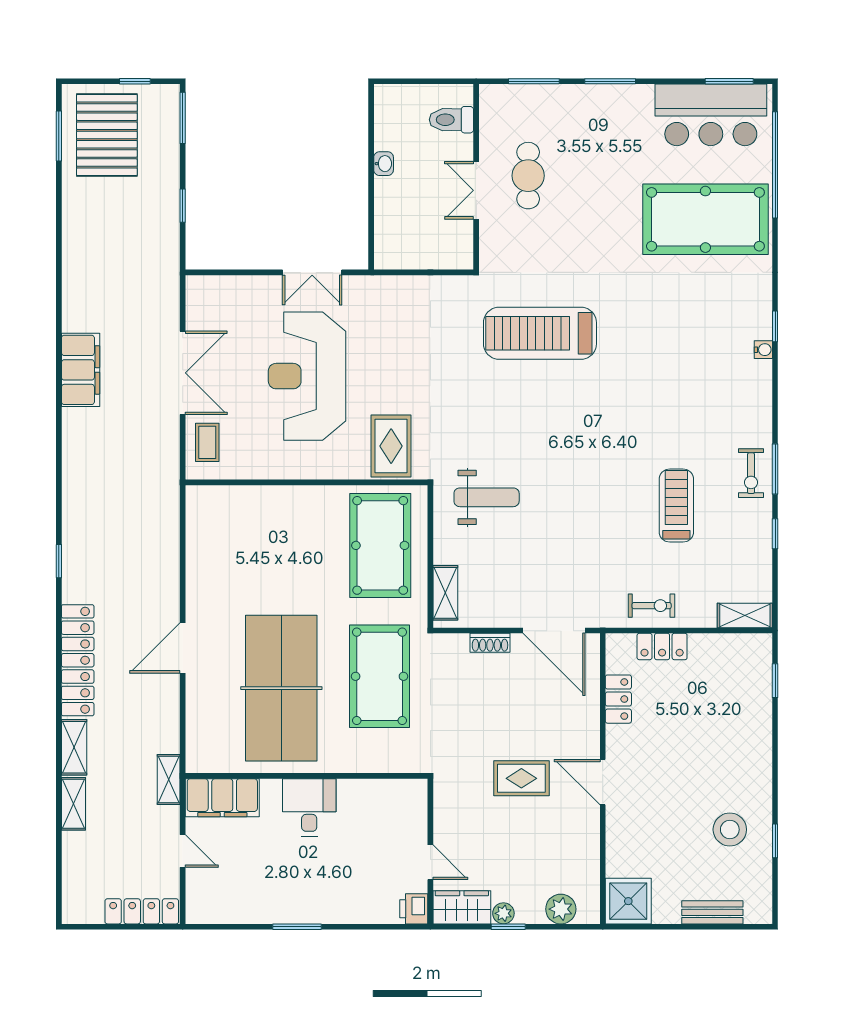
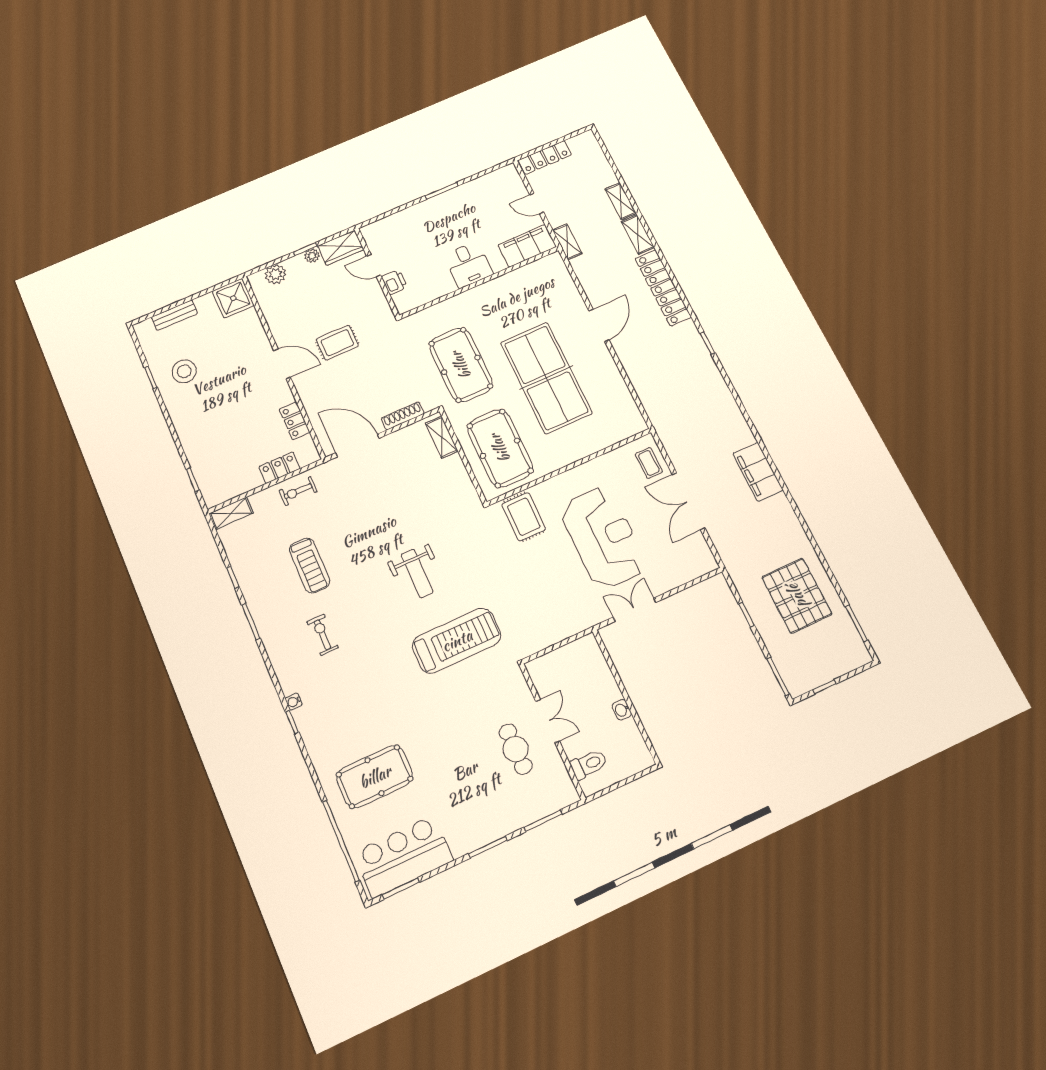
pallet: (107, 135) -> (797, 596), moved
pool table: (705, 219) -> (375, 777), width x0.73, depth x0.76
exercise bike: (751, 473) -> (323, 635), moved
weight bench: (487, 497) -> (417, 573), moved, turned -90
shoe rack: (490, 643) -> (403, 416), width x1.43
table tennis table: (281, 688) -> (546, 378), moved
printer: (414, 909) -> (394, 282), moved

